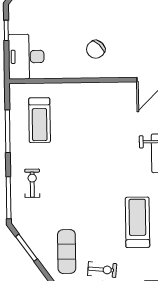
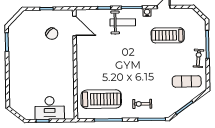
chair: (96, 49) -> (52, 34), moved
desk: (26, 57) -> (50, 108), moved
treadmill: (40, 120) -> (101, 99), width x1.37, depth x1.38

